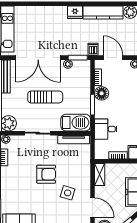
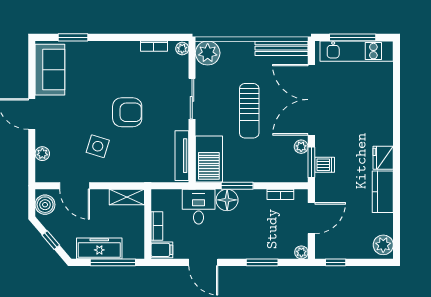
kitchen counter: (103, 12) -> (383, 192), width x0.67
dishwasher: (93, 49) -> (325, 165), moved
floor lamp: (102, 93) -> (227, 200), moved
armchair: (46, 174) -> (127, 112), turned -90
door: (93, 207) -> (75, 186), hinge flipped

